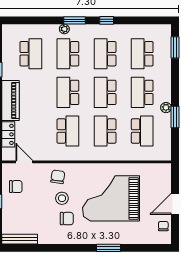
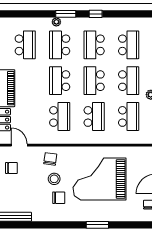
school desk: (142, 54) -> (129, 45), turned 180
school desk: (142, 92) -> (129, 81), turned 180
school desk: (105, 131) -> (94, 116), turned 180

